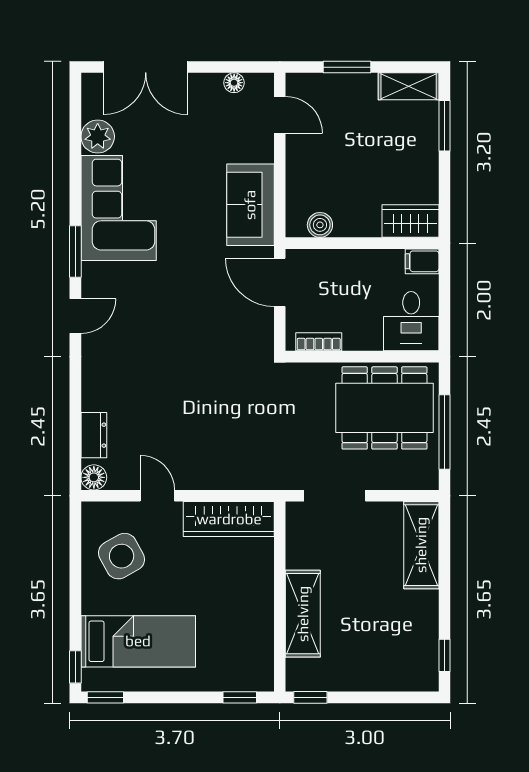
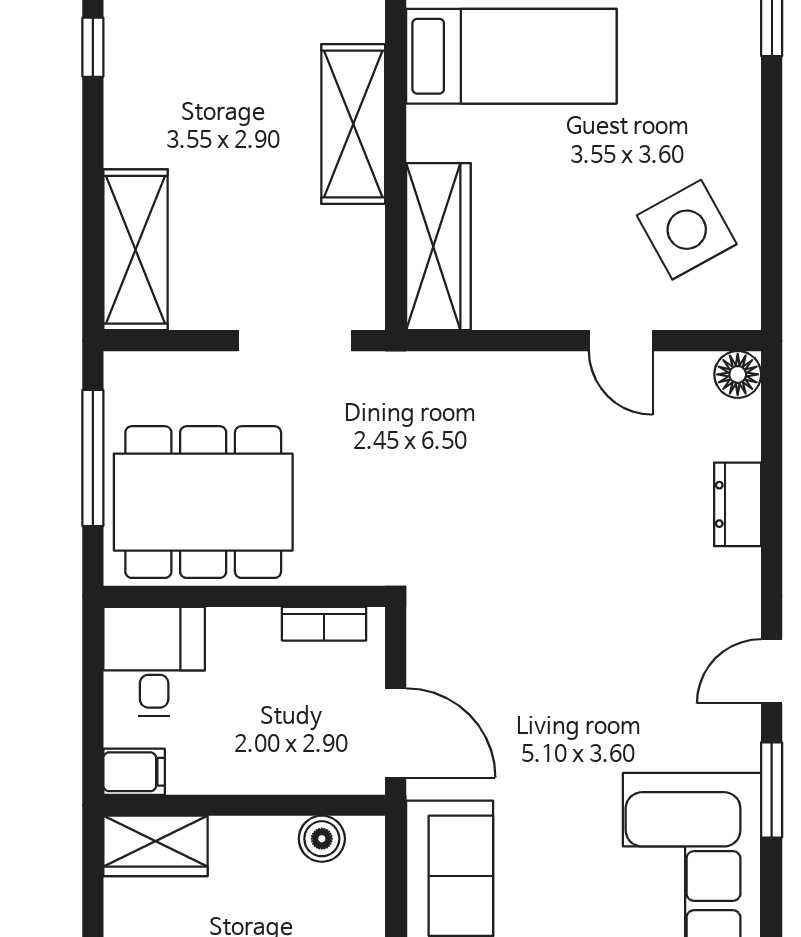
dresser: (94, 435) -> (738, 504), moved
wardrobe: (229, 519) -> (438, 247), moved, turned 90
bed: (138, 641) -> (511, 56), moved, turned 180

